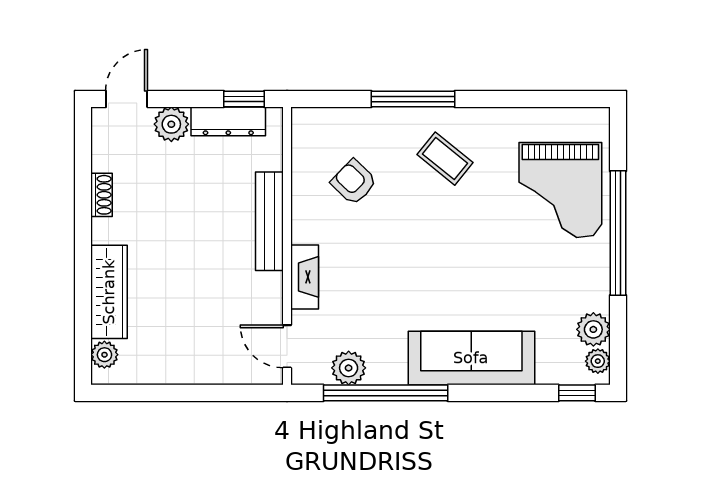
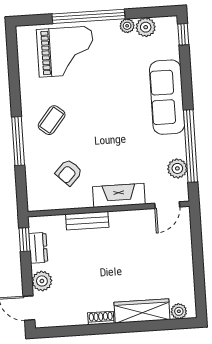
dresser: (228, 121) -> (38, 248), width x0.70
shoe rack: (102, 195) -> (101, 318), moved
bench: (269, 221) -> (87, 221), width x0.73
fireplace: (305, 277) -> (119, 195), width x1.37, depth x1.32
plant: (598, 361) -> (127, 26), moved

